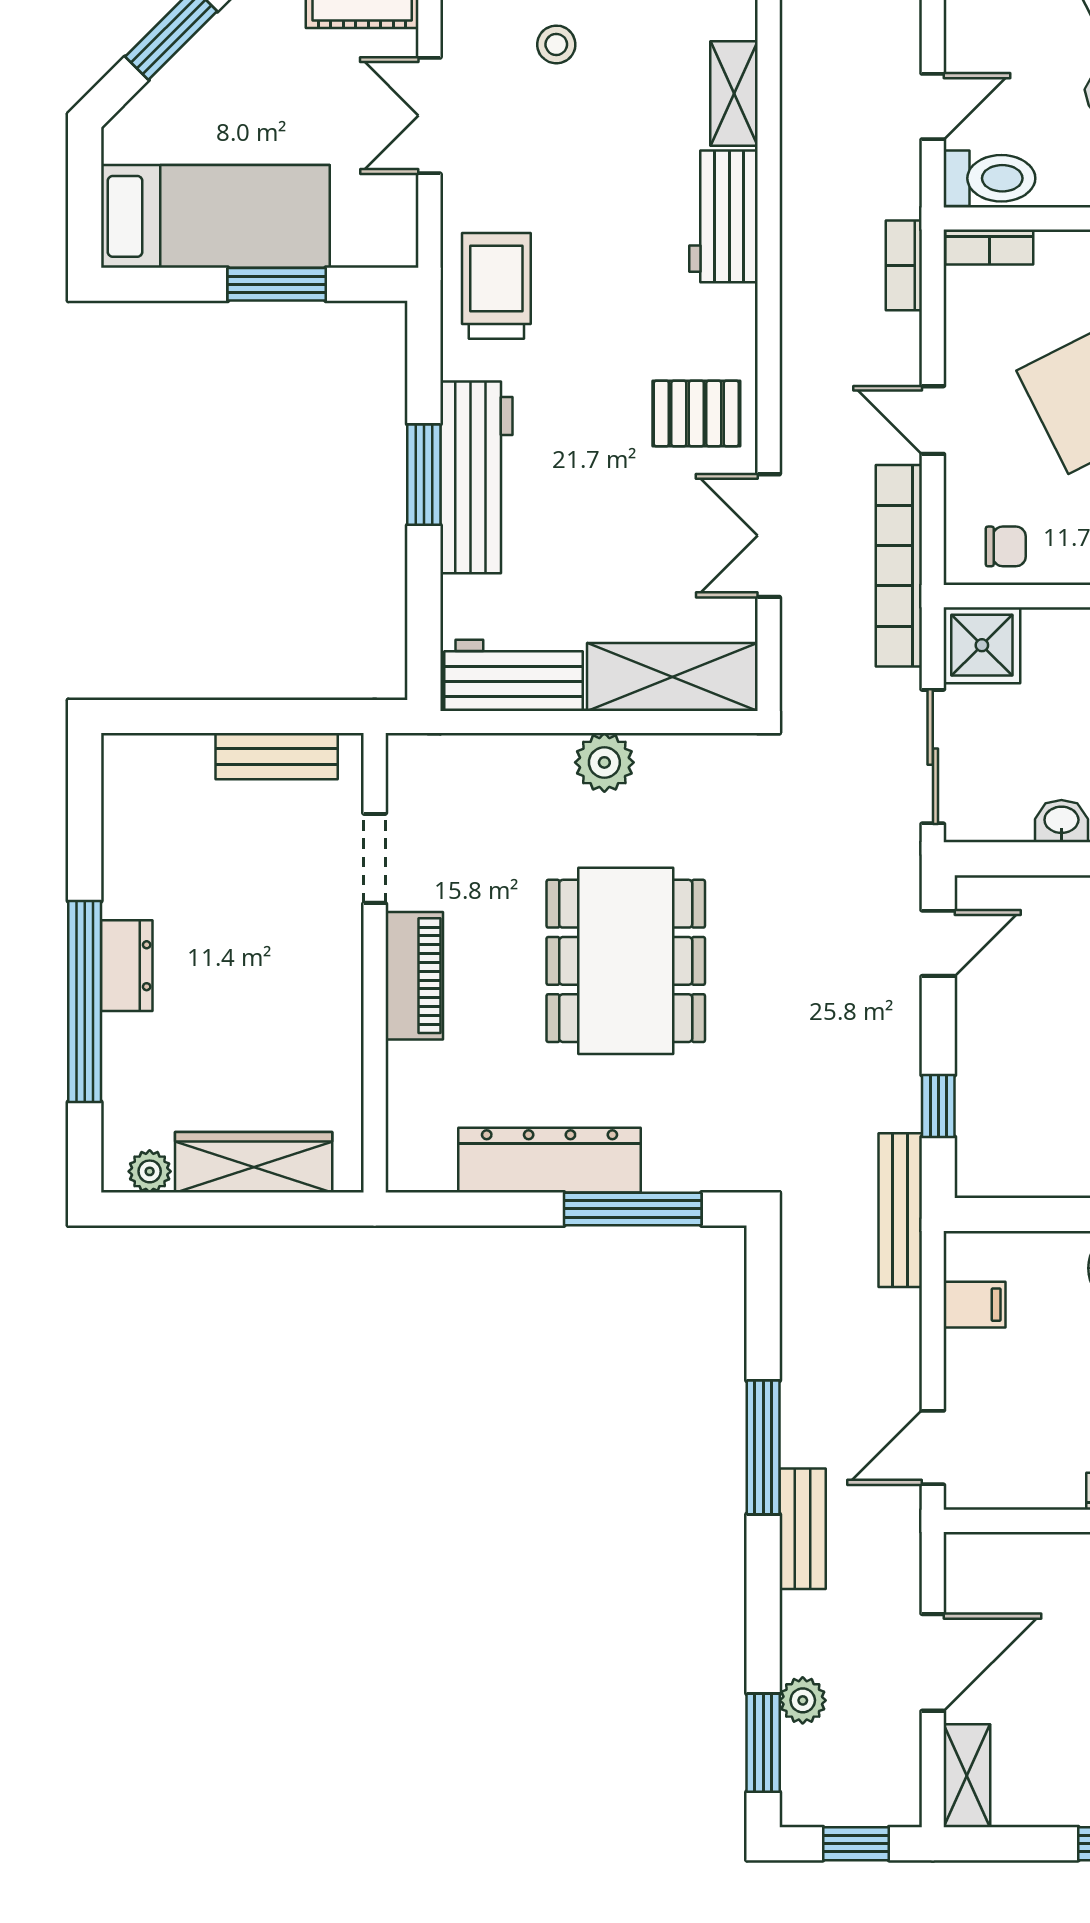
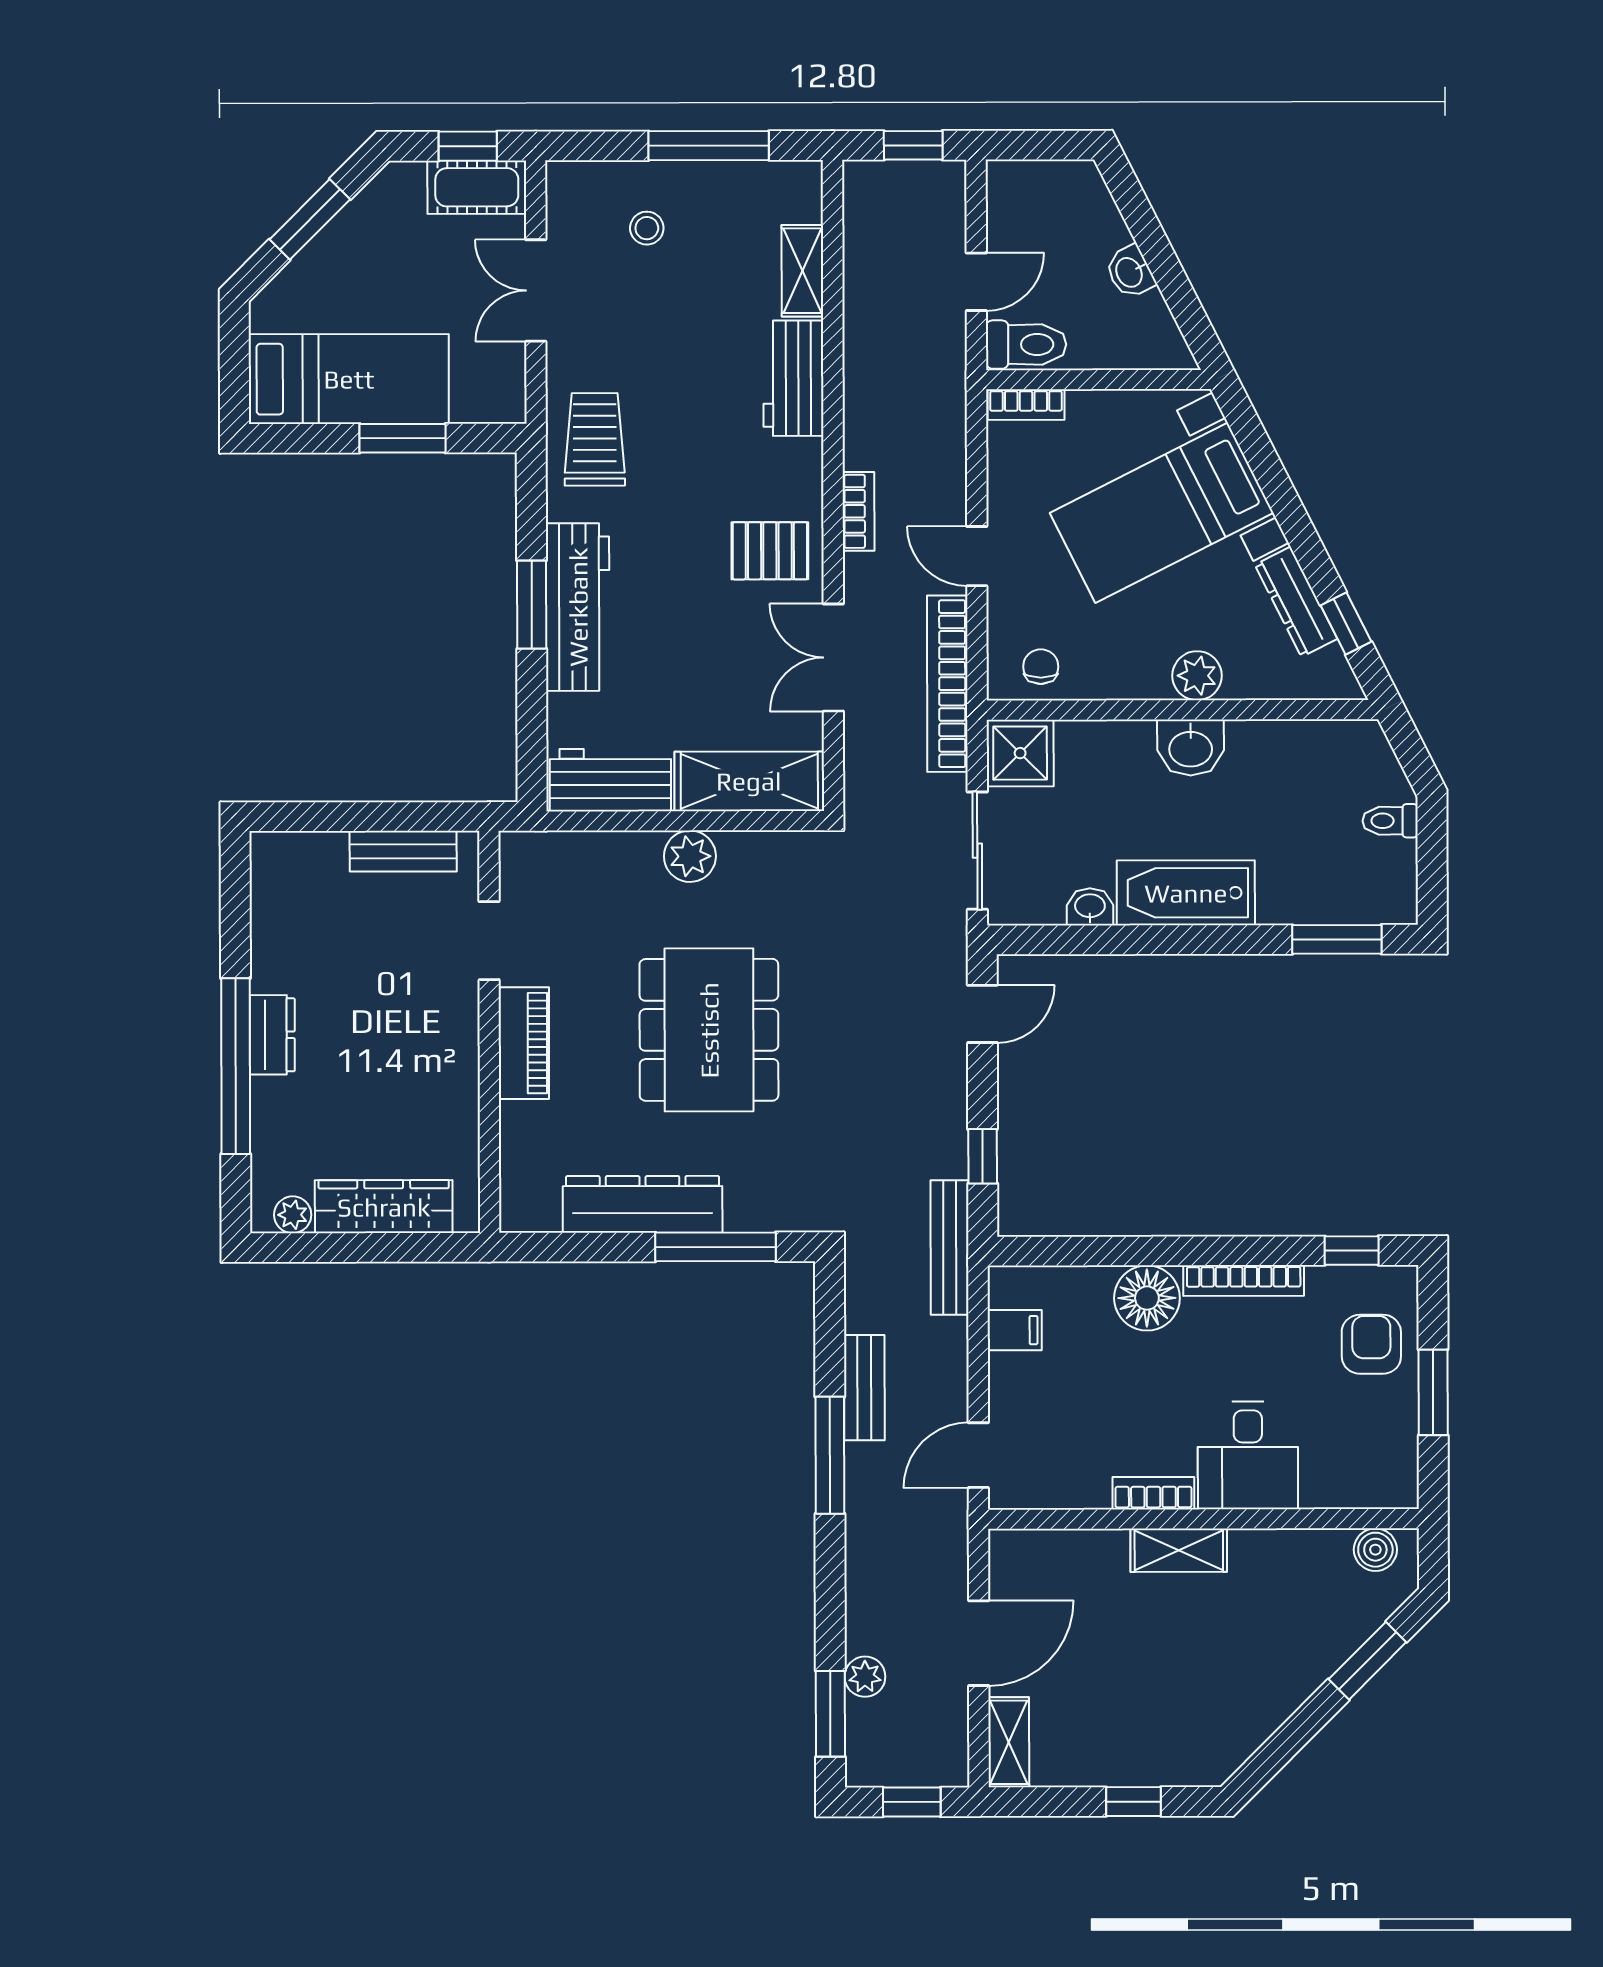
bookcase: (904, 265) -> (858, 511), moved, turned 180
chair: (1006, 546) -> (1041, 667), turned -90
bench: (803, 1529) -> (864, 1388), moved

